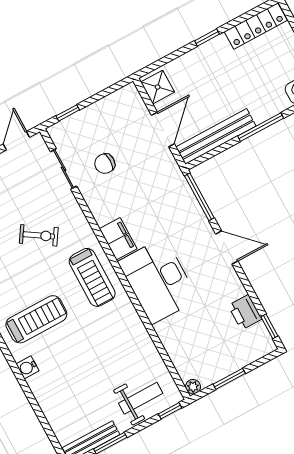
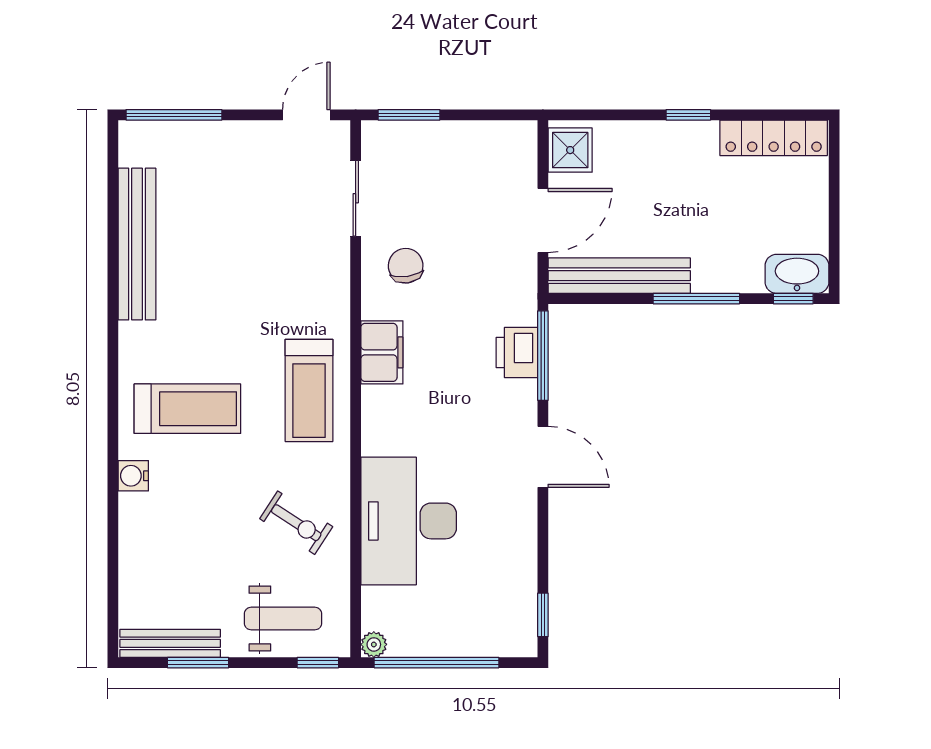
window: (68, 113) -> (409, 115), width x1.50
chair: (105, 164) -> (406, 266), moved, turned 82
exercise bike: (39, 235) -> (296, 523), moved
desk: (158, 280) -> (409, 521), moved
printer: (245, 312) -> (517, 352), moved
window: (229, 379) -> (436, 663), width x2.11

